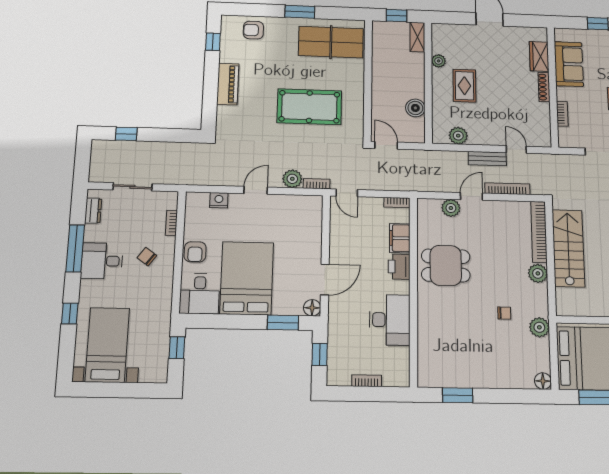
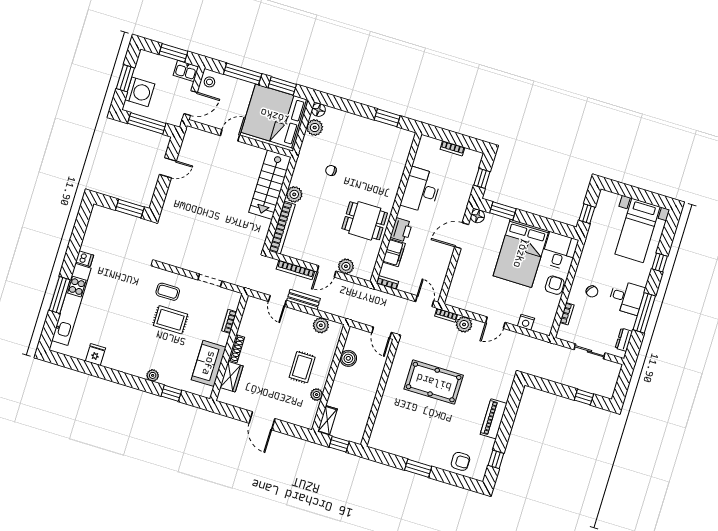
table tennis table: (331, 42) -> (400, 434), removed
stairs: (568, 248) -> (270, 185), moved
plant: (539, 327) -> (315, 128), moved

